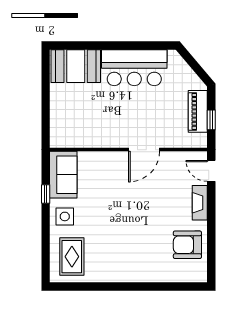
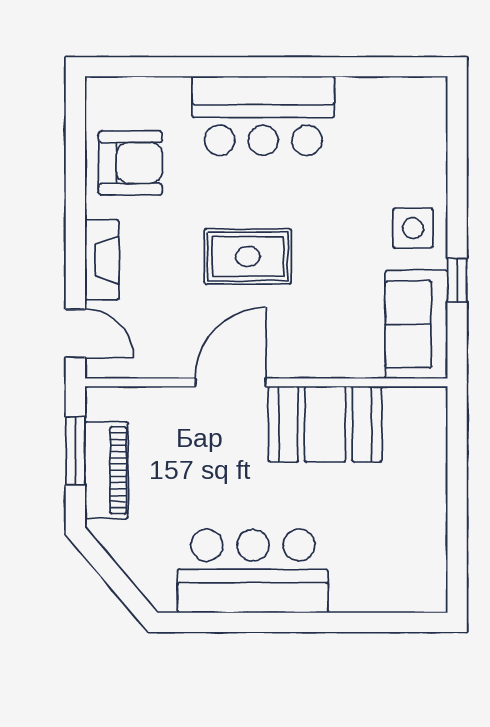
booth: (76, 66) -> (325, 424), moved
window: (211, 120) -> (75, 451), width x1.50
rug: (72, 257) -> (248, 256), moved, turned 90
bar counter: (130, 265) -> (263, 116), added

